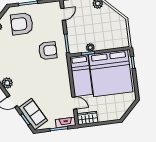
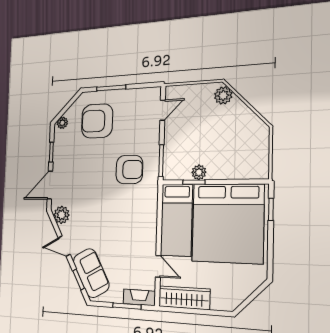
wardrobe: (87, 118) -> (184, 298), width x1.50

